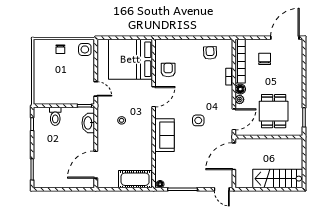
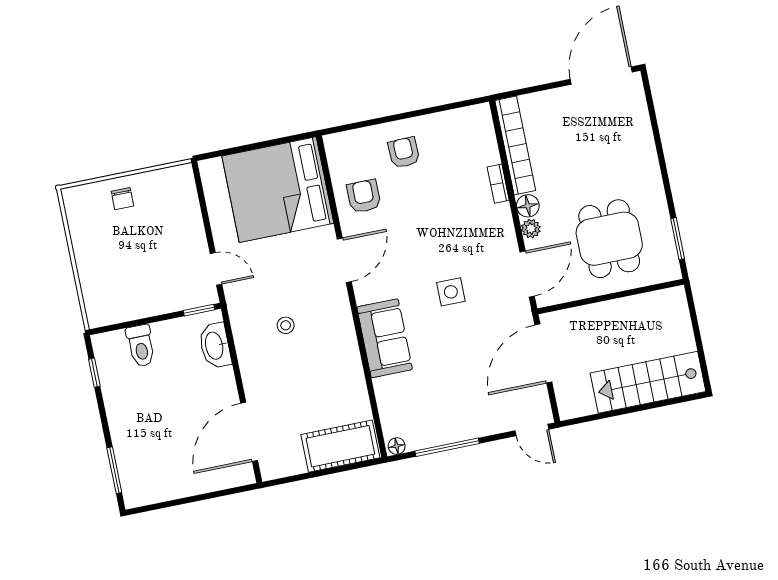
side table: (85, 49) -> (175, 189), removed
armchair: (210, 53) -> (404, 153), moved
chair: (265, 59) -> (567, 130), removed

